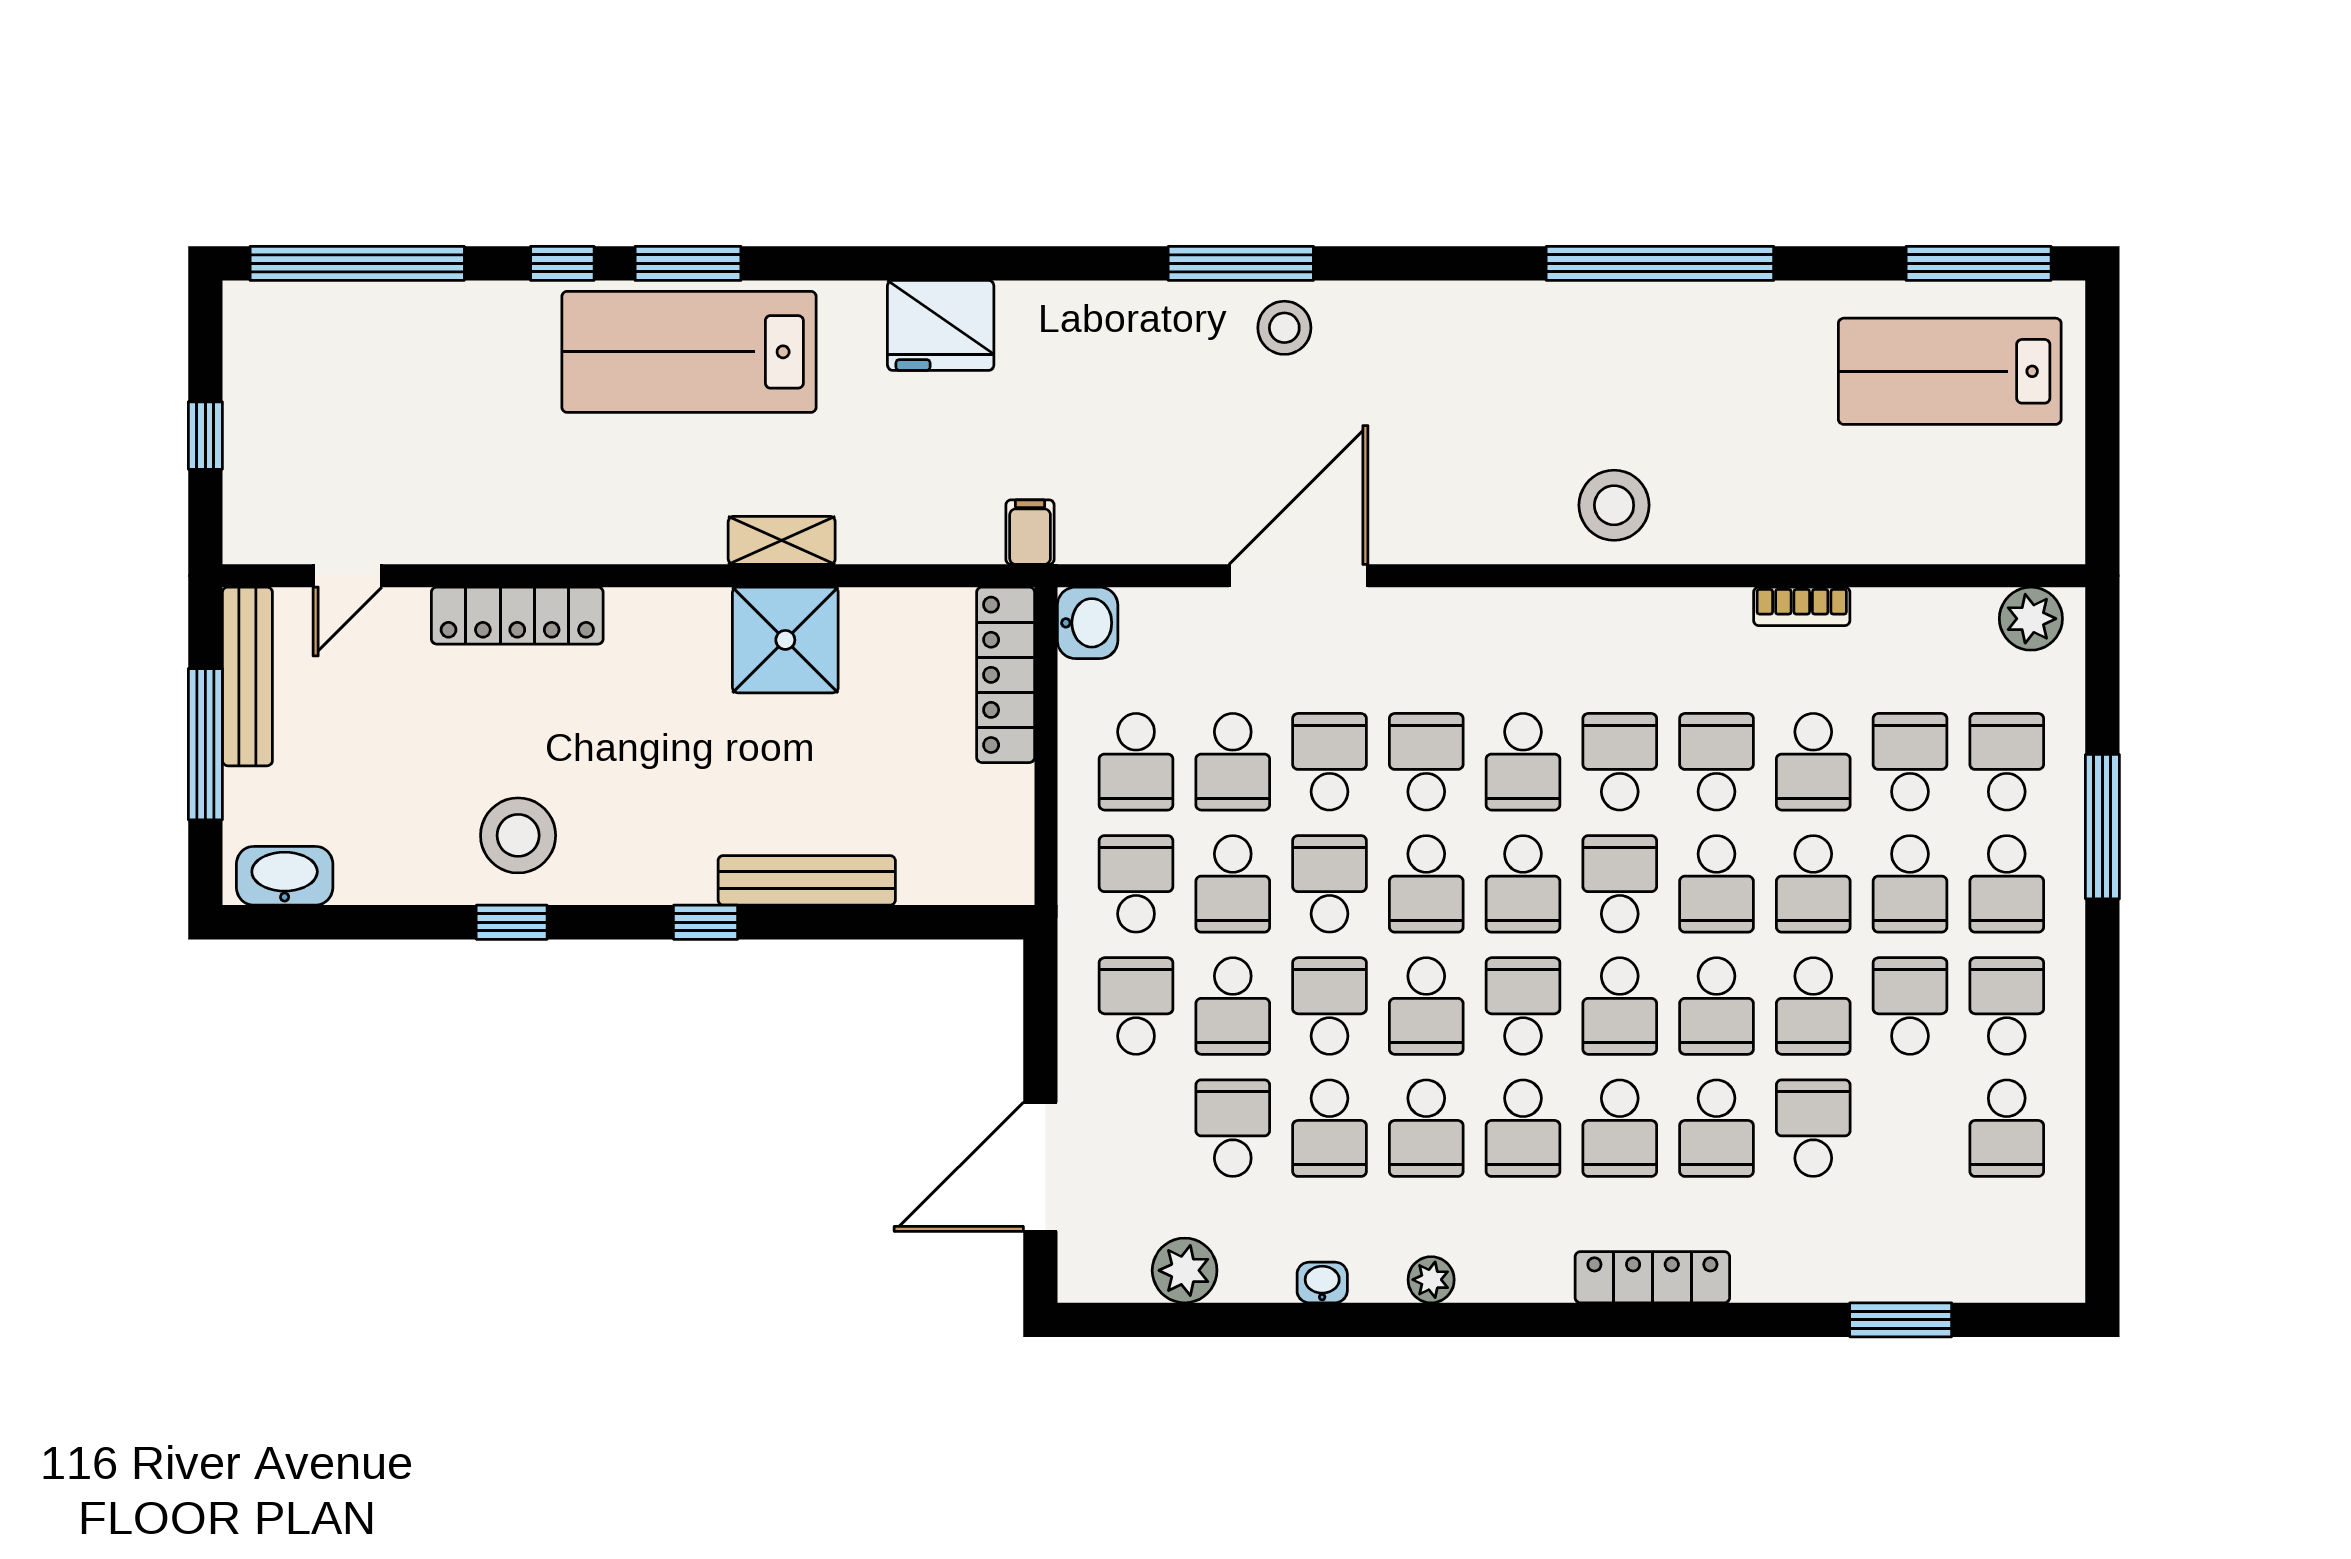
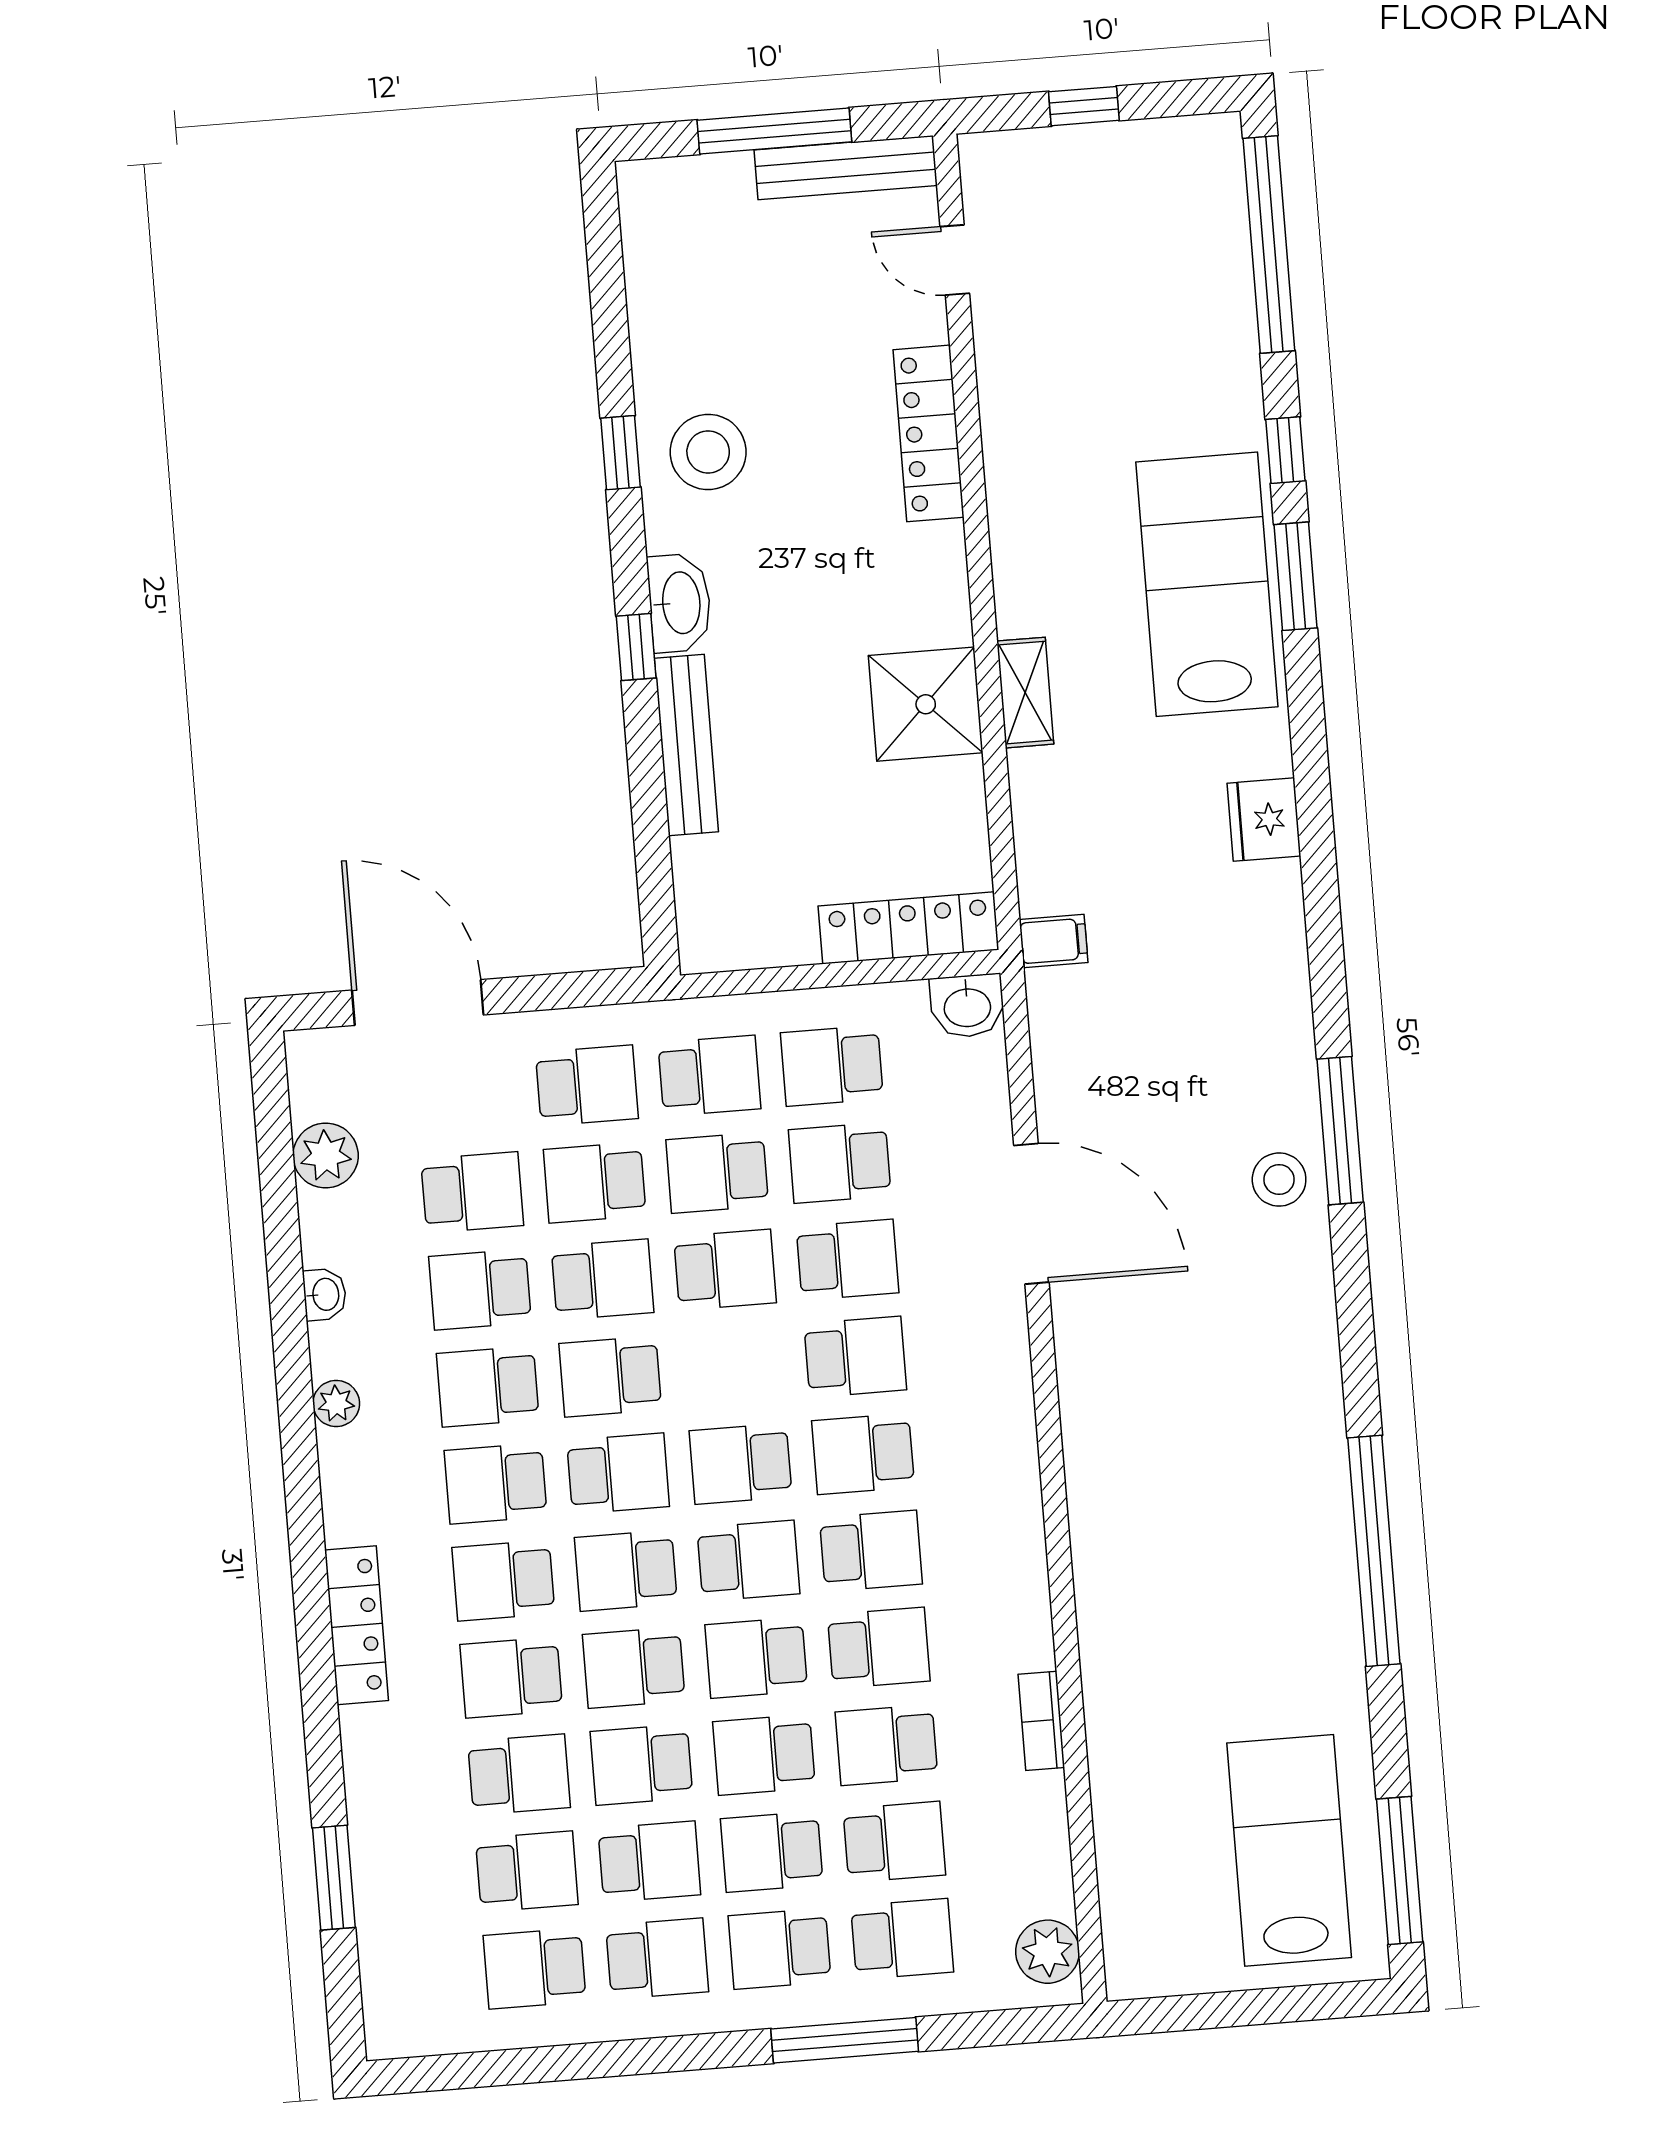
fridge: (941, 325) -> (1264, 820), width x0.73, depth x0.75
stool: (1614, 505) -> (1128, 1524), removed
washbasin: (285, 876) -> (680, 603), moved
school desk: (1426, 884) -> (527, 1871), moved, turned 180

